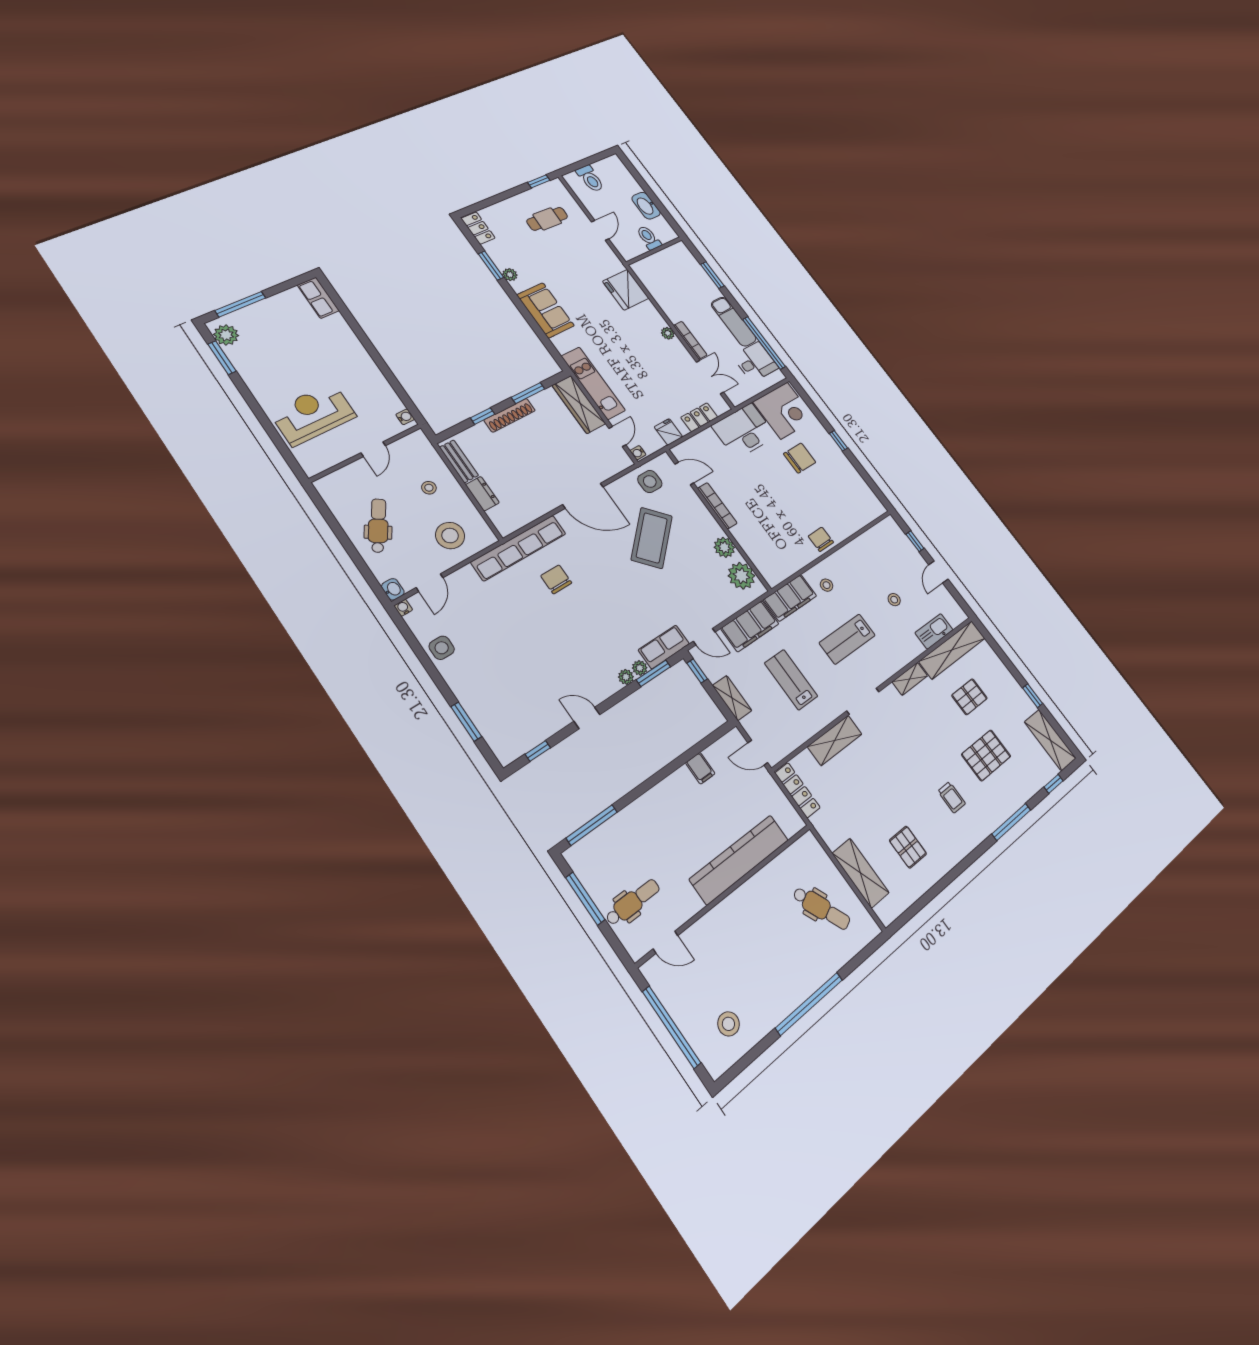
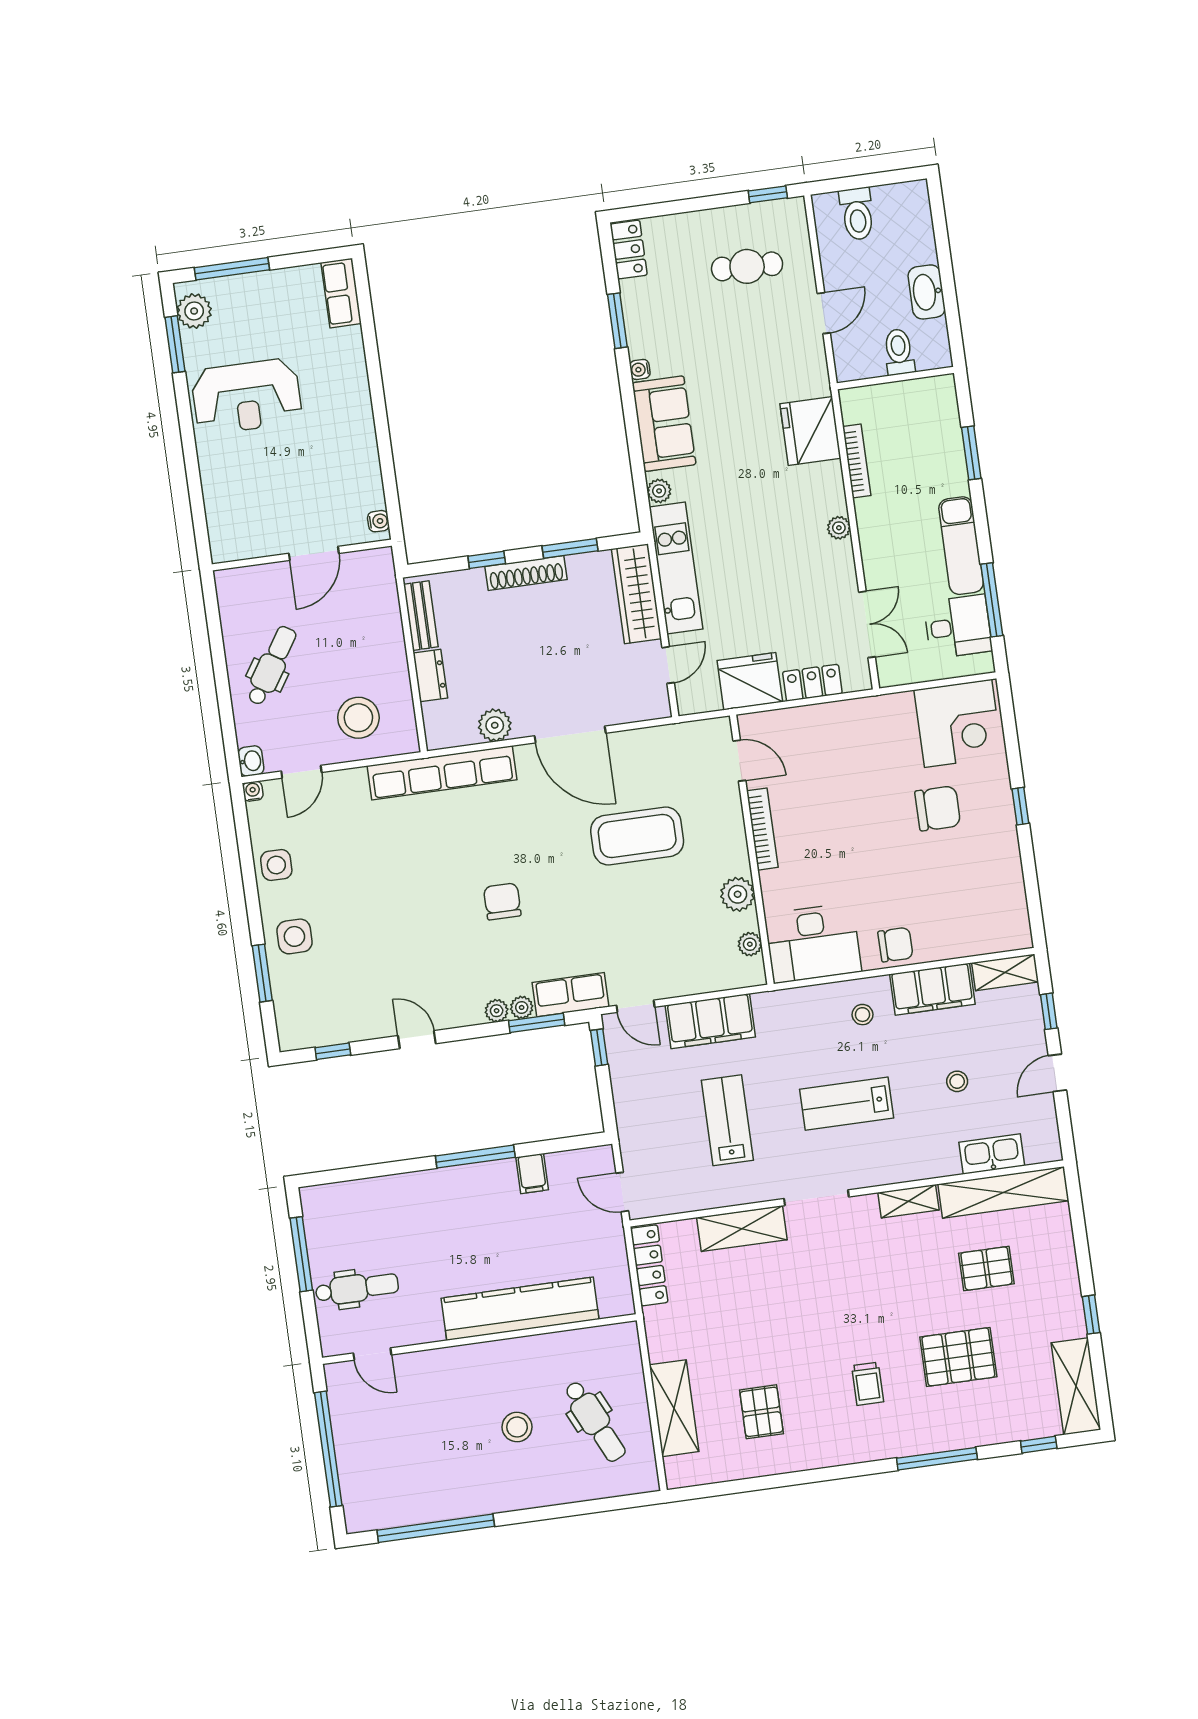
plant: (510, 275) -> (659, 491), moved
bookcase: (690, 340) -> (857, 461), moved
window: (764, 343) -> (992, 600), width x0.68
reception desk: (313, 414) -> (247, 396), moved, turned 180
desk: (744, 431) -> (813, 943), moved, turned 180
fridge: (668, 432) -> (750, 681), width x1.88, depth x1.34
door: (373, 449) -> (314, 553), width x1.38
water cooler: (638, 453) -> (640, 369), moved
side table: (650, 481) -> (294, 936), moved
stool: (429, 488) -> (362, 638), removed
plant: (536, 508) -> (495, 725), added
coffee table: (652, 538) -> (637, 836), turned 43
chair: (821, 539) -> (895, 945), turned 91
plant: (741, 576) -> (750, 944), width x0.53, depth x0.53
chair: (556, 579) -> (502, 901), moved
filing cabinet: (790, 598) -> (932, 989), moved
shelving: (732, 698) -> (1005, 972), moved, turned 90
window: (592, 825) -> (475, 1157), moved
window: (809, 1004) -> (436, 1528), moved
stool: (728, 1024) -> (517, 1427), moved

